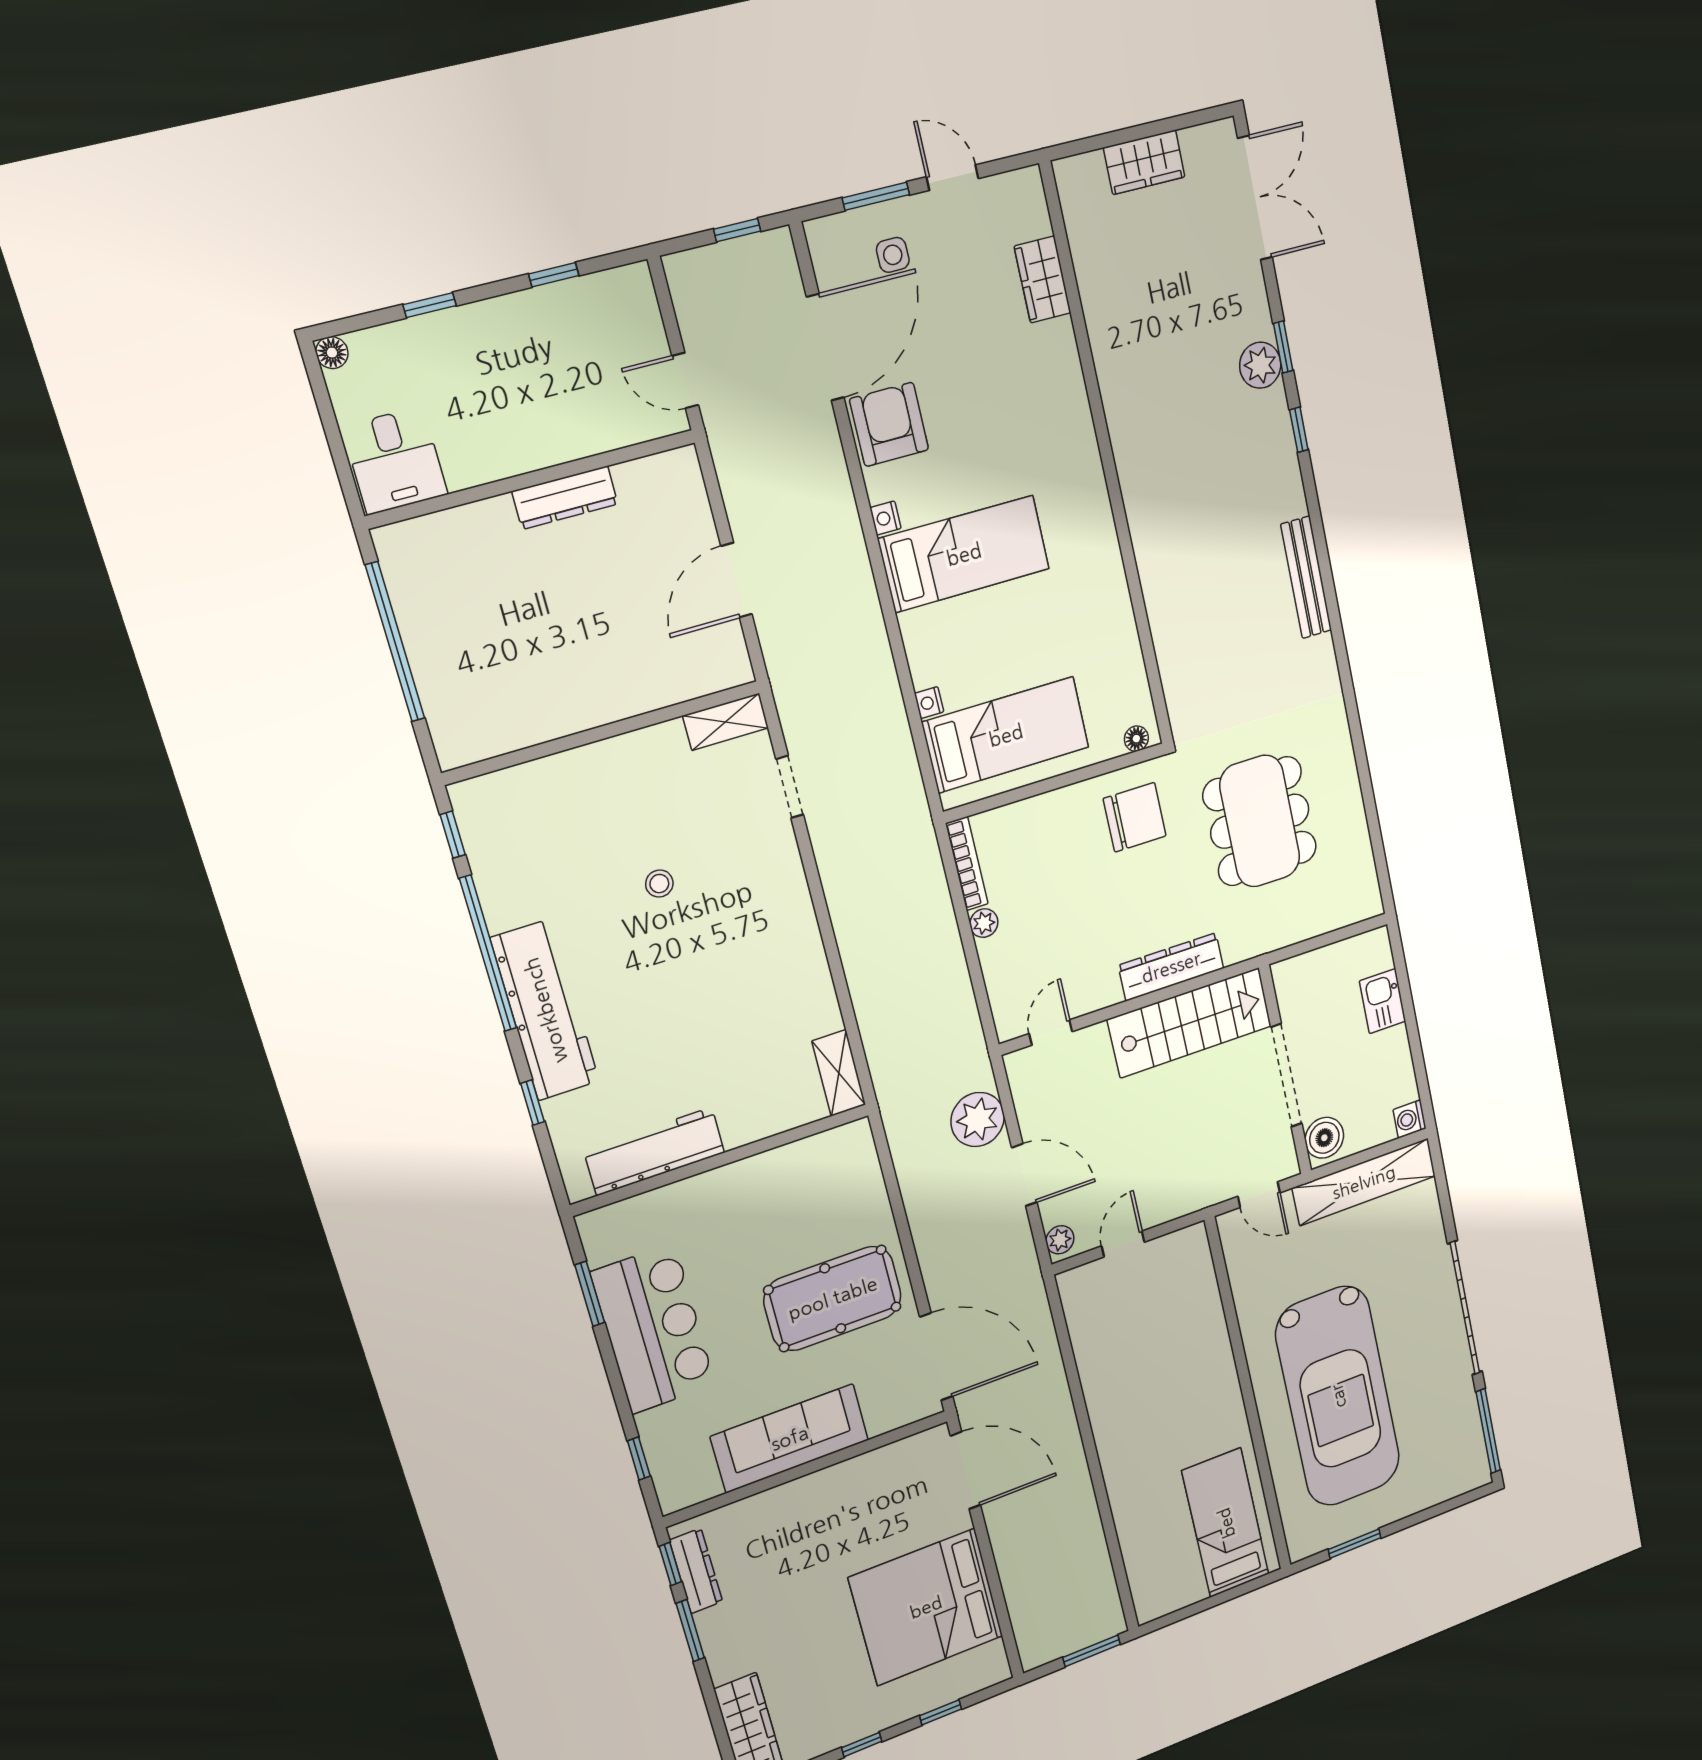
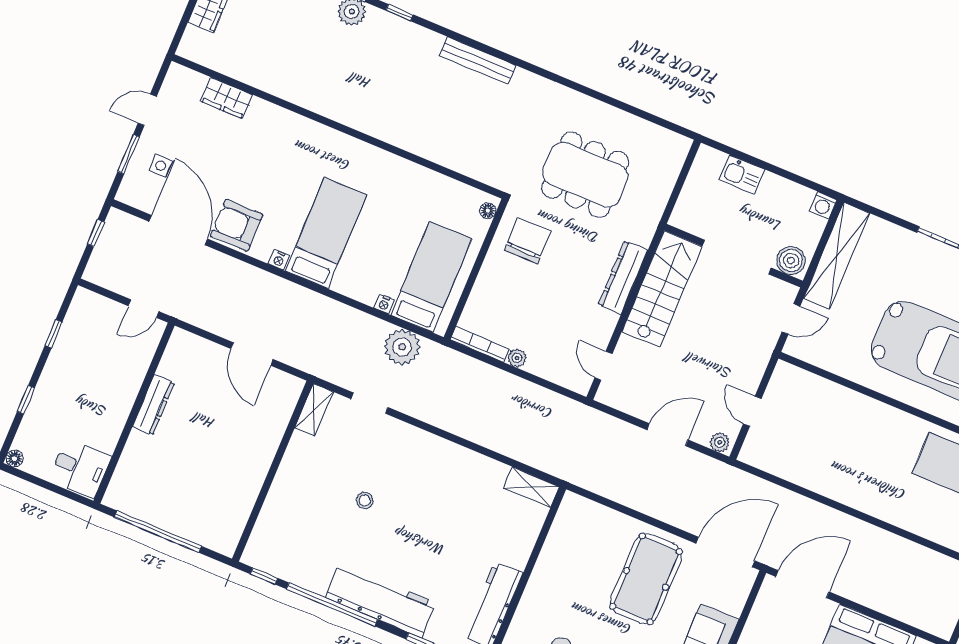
plant: (978, 1119) -> (402, 347), moved

